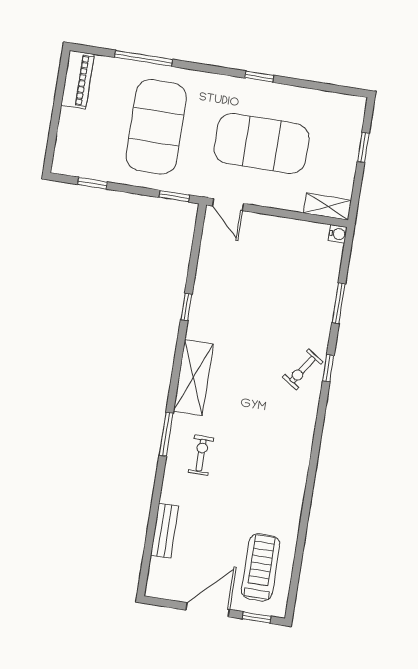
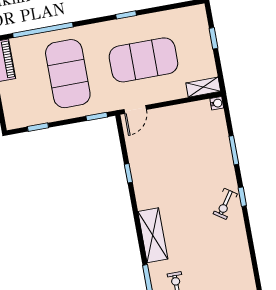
window: (143, 58) -> (43, 30), width x1.46
door: (228, 205) -> (135, 109), hinge flipped
window: (186, 307) -> (128, 173), moved

